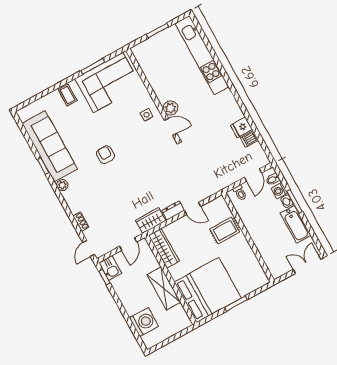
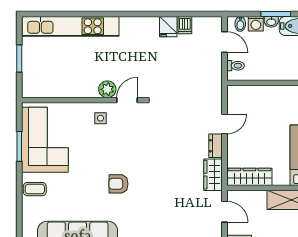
rug: (225, 231) -> (266, 103), removed

